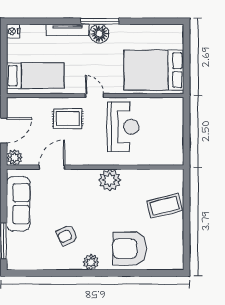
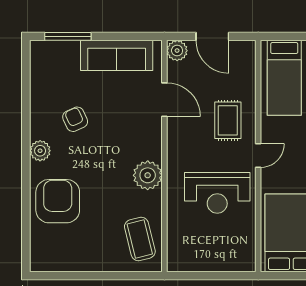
coffee table: (164, 206) -> (140, 239), moved

